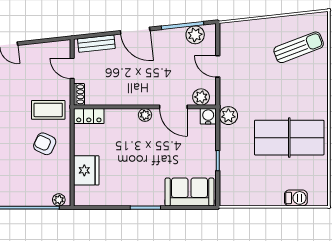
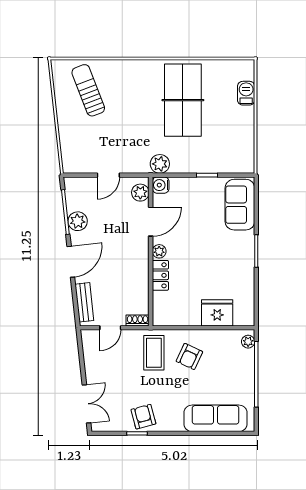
plant: (195, 35) -> (78, 221), moved
locker: (89, 116) -> (160, 275), moved

